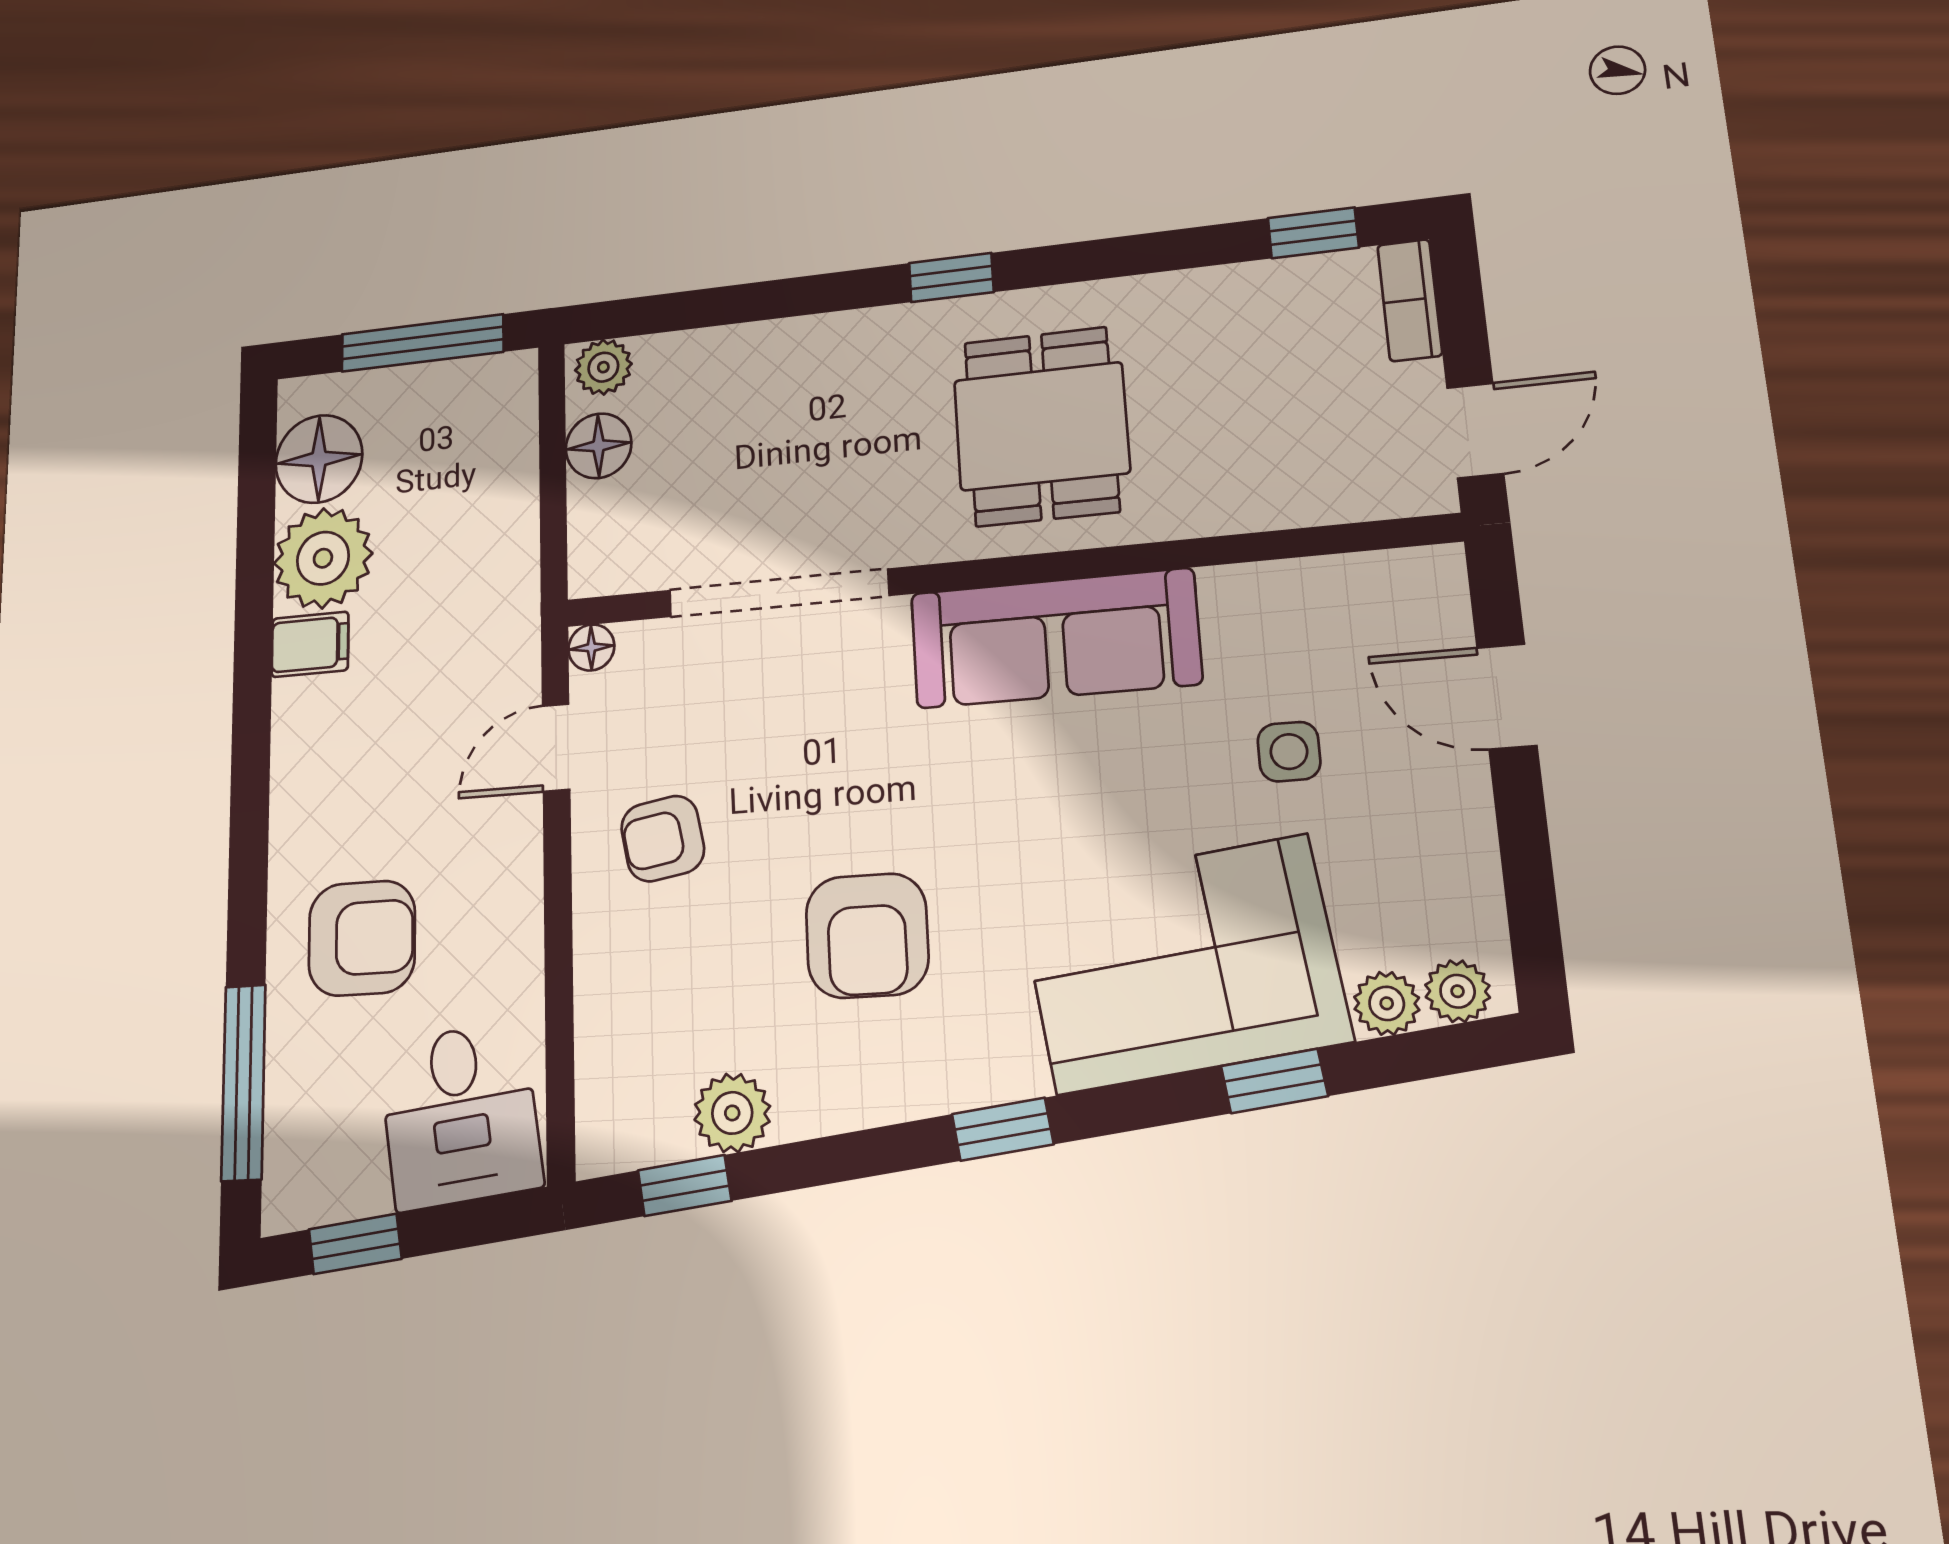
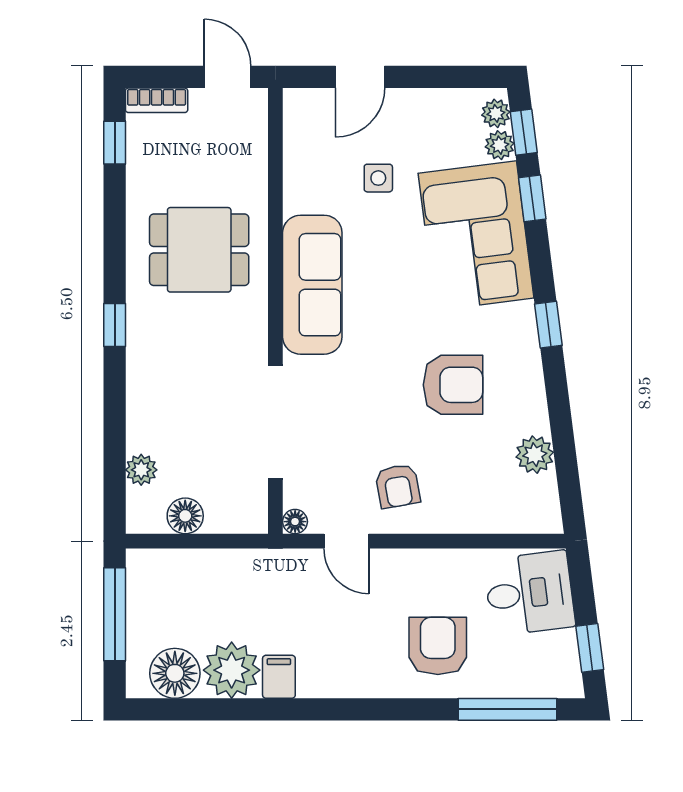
plant: (603, 367) -> (141, 470), moved
dining table: (1041, 426) -> (199, 250), moved
window: (685, 1186) -> (524, 132), moved

